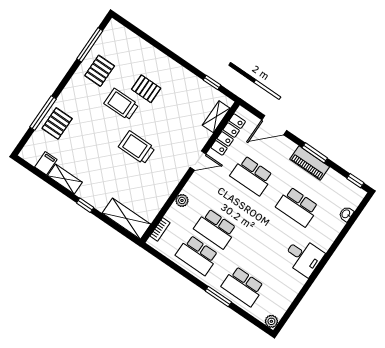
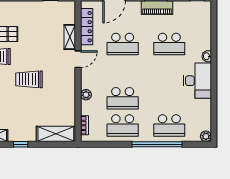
shelving: (216, 117) -> (70, 37), moved
washbasin: (346, 214) -> (207, 56), moved
desk: (303, 257) -> (197, 81), width x1.37
window: (218, 296) -> (157, 144), width x2.11

